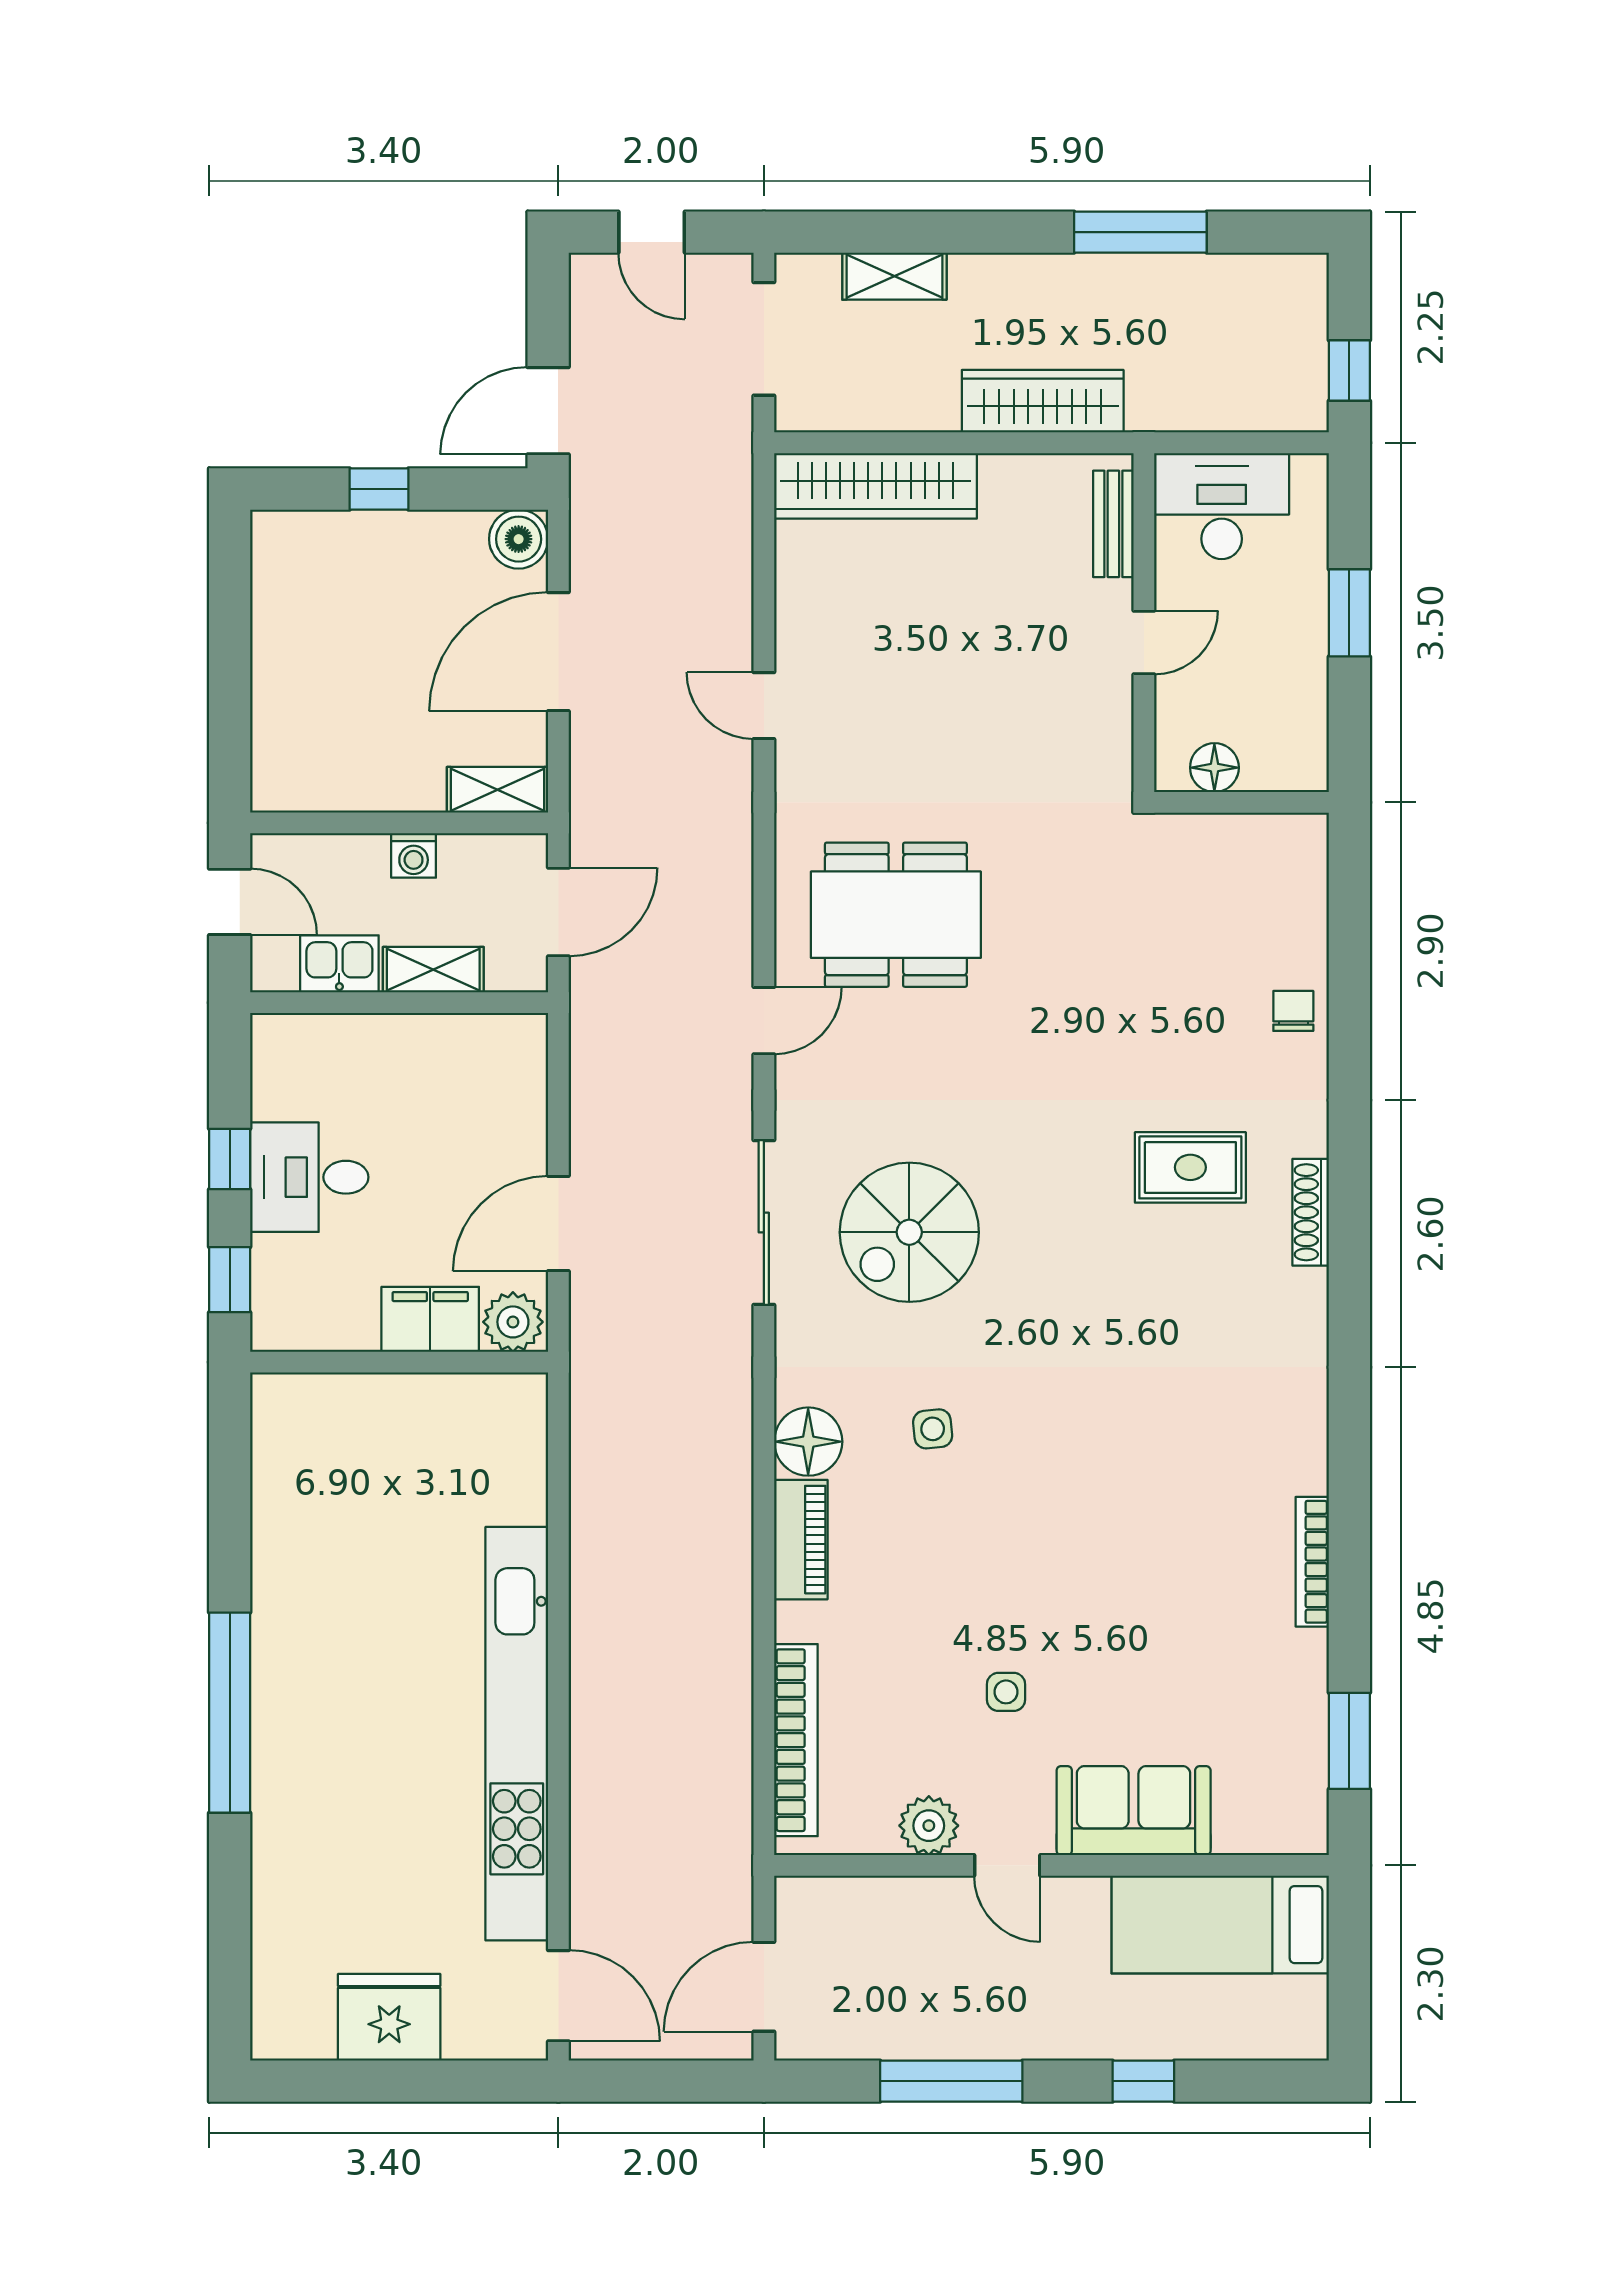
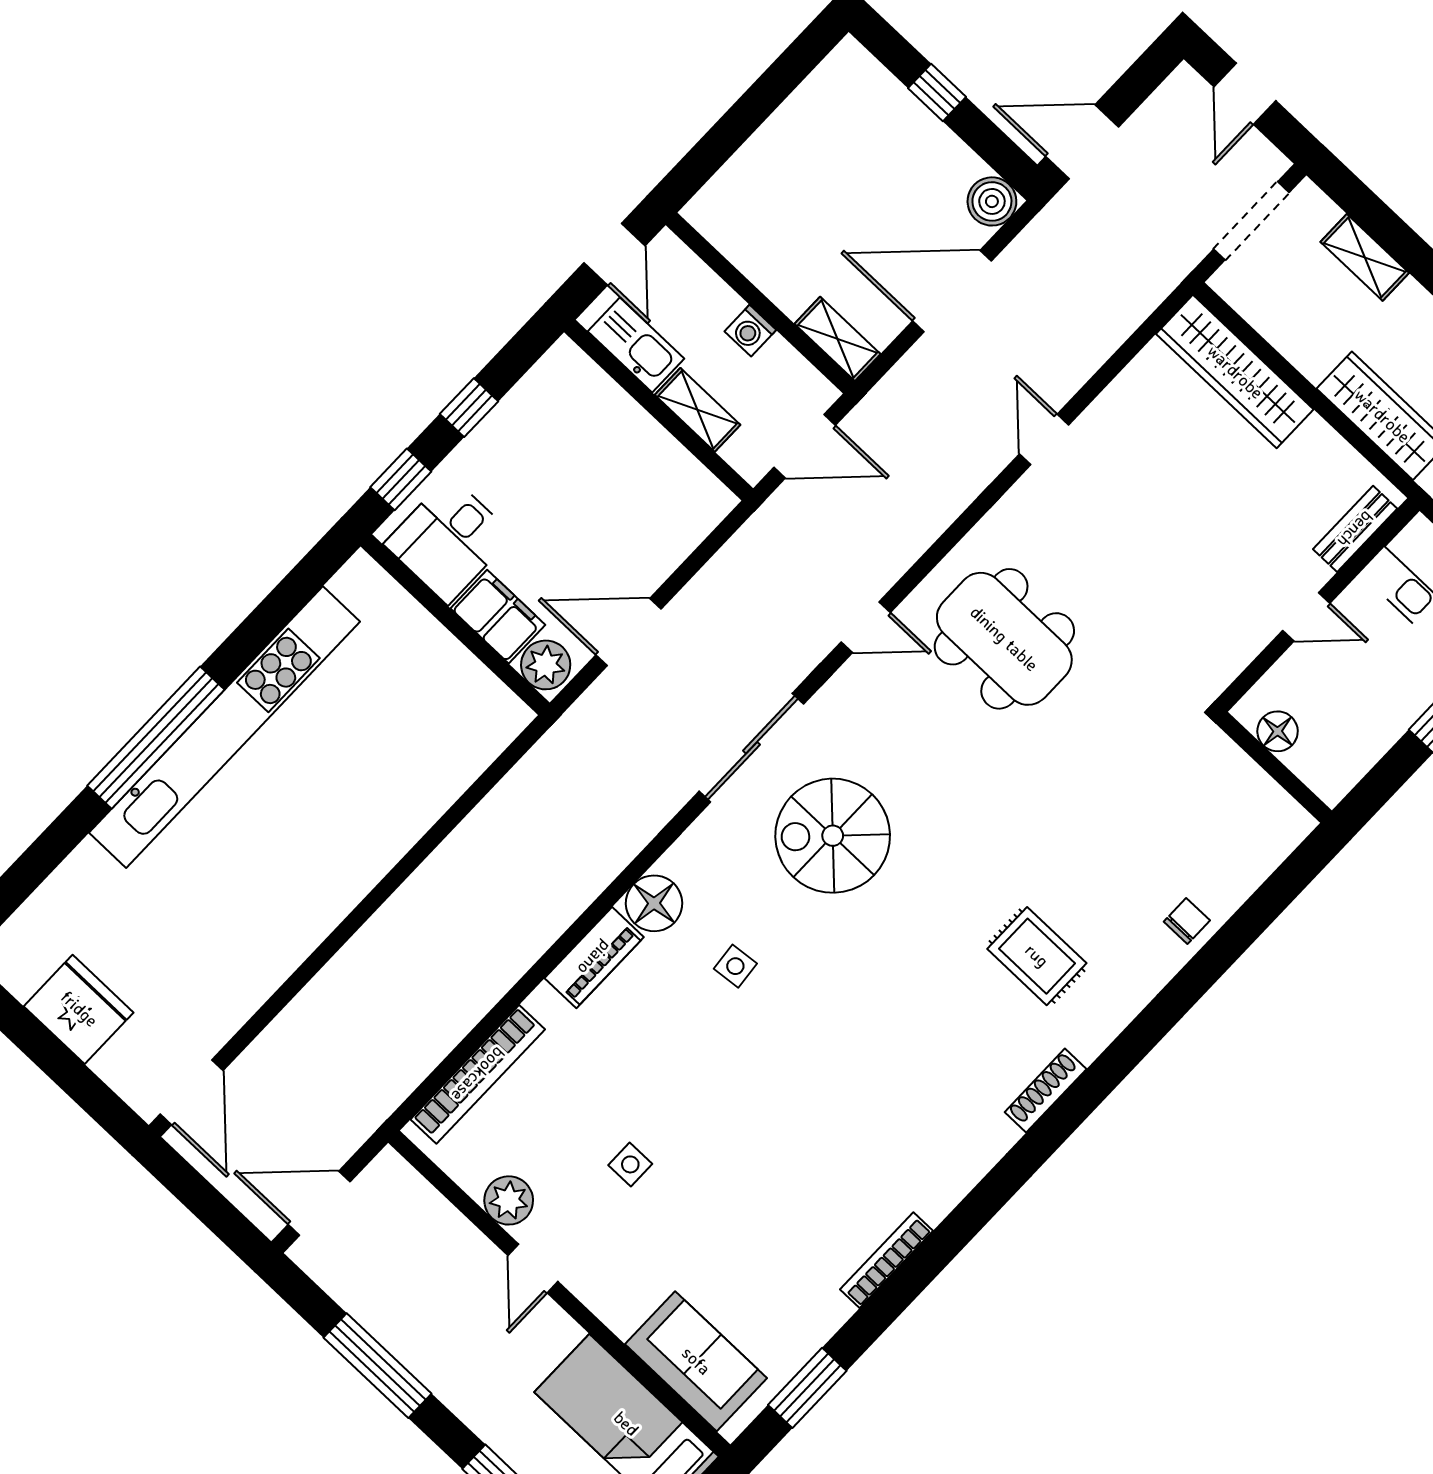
kitchen sink: (339, 964) -> (636, 345), width x1.38
desk: (309, 1177) -> (449, 540), moved, turned -90
shoe rack: (1311, 1212) -> (1046, 1091), moved
kitchen unit: (517, 1734) -> (225, 727), moved, turned 180
sofa: (1134, 1811) -> (696, 1361), moved

